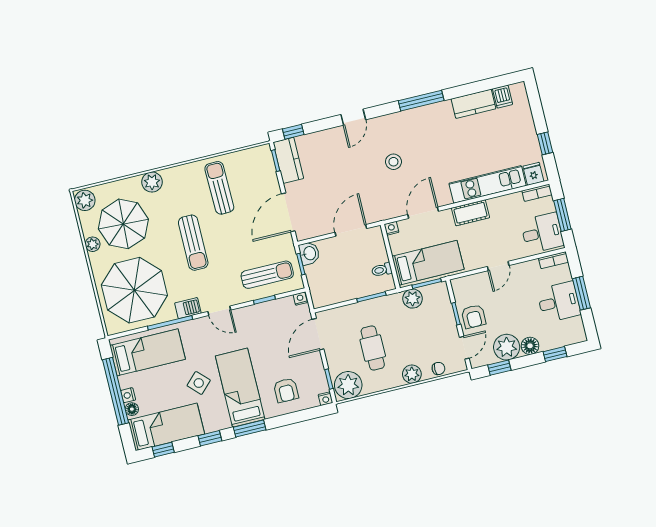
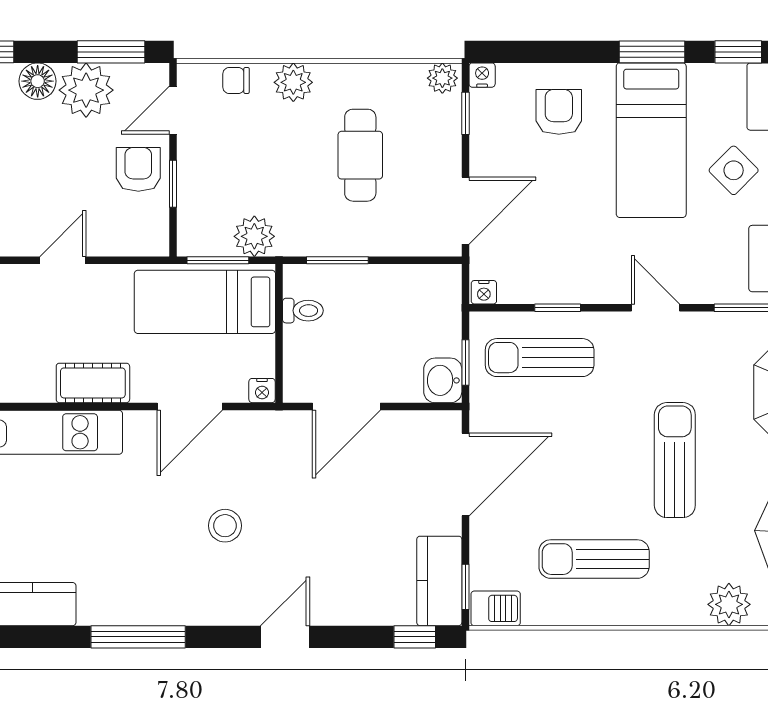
sun lounger: (219, 188) -> (594, 559), turned 91
barbecue: (188, 308) -> (496, 608), moved, turned 180
window: (499, 368) -> (111, 52), width x1.50
plant: (348, 385) -> (442, 78), width x0.53, depth x0.53

